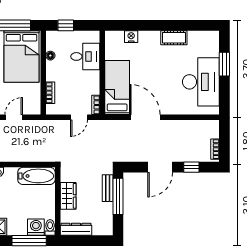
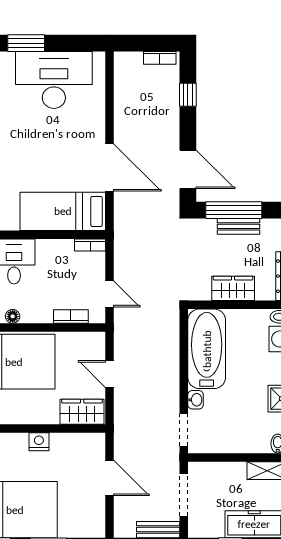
door: (79, 117) -> (110, 294), moved
door: (145, 117) -> (110, 168), swing flipped
door: (160, 167) -> (188, 169), moved
bathtub: (36, 176) -> (207, 349), width x1.36, depth x1.36
bench: (108, 188) -> (238, 226), moved

